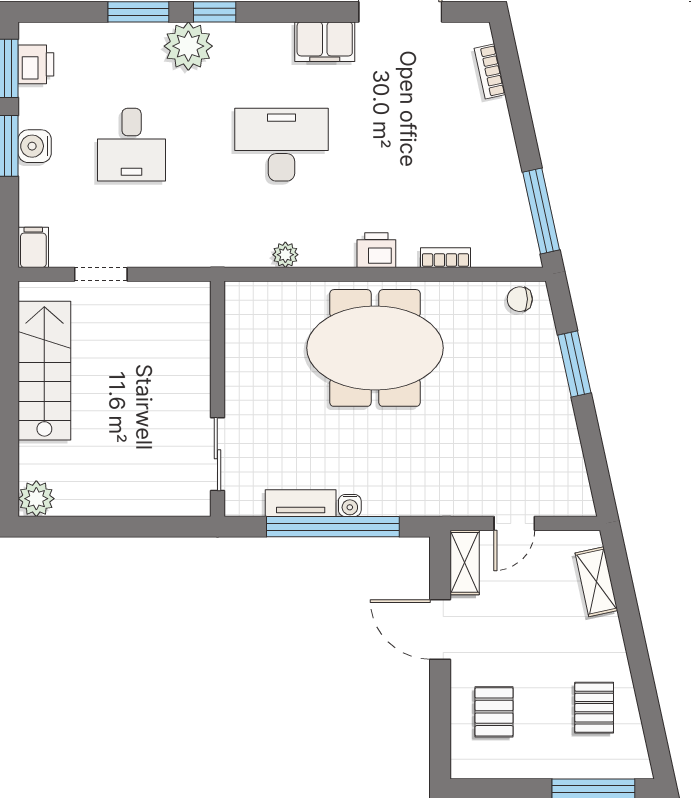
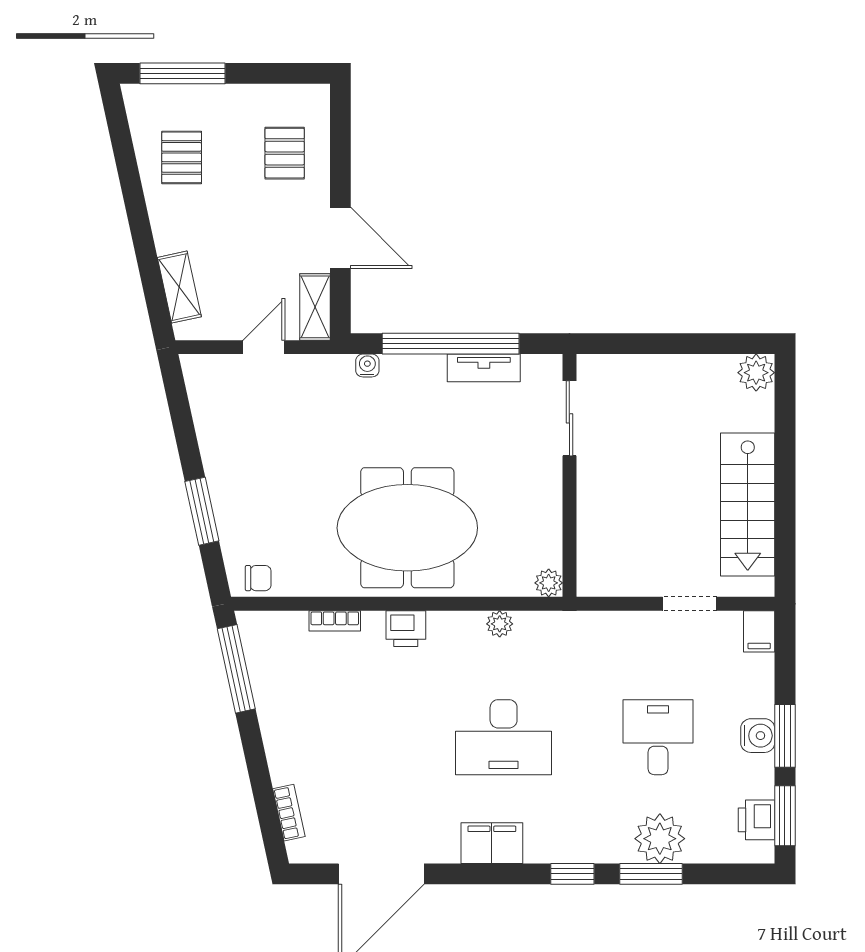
filing cabinet: (325, 42) -> (492, 843), moved
plant: (188, 46) -> (660, 839), moved
plant: (238, 294) -> (549, 583), added
water cooler: (350, 506) -> (367, 366), moved

